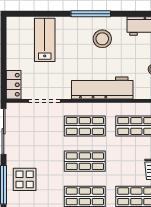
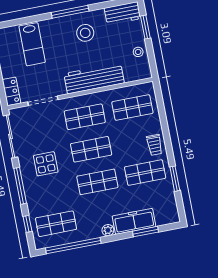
lab bench: (45, 40) -> (32, 44), turned 180
display table: (25, 179) -> (46, 164), moved

